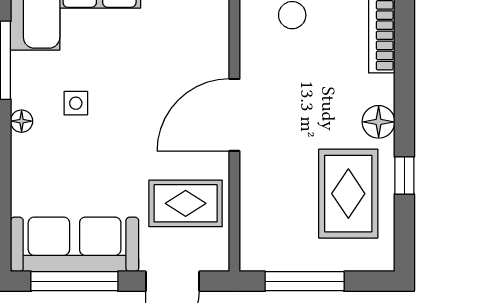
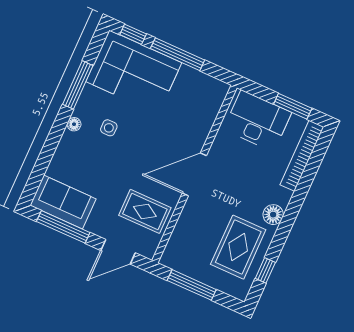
window: (404, 175) -> (265, 270), moved
sofa: (75, 244) -> (63, 202), width x0.73

